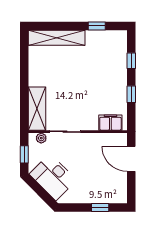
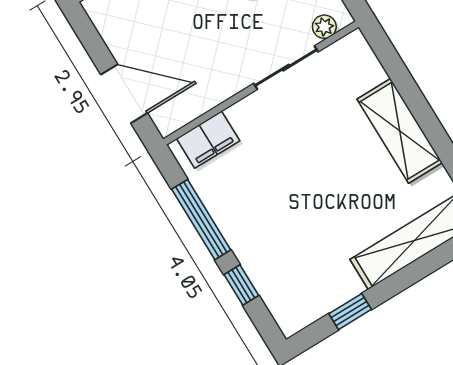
window: (131, 94) -> (201, 220), width x2.17
shelving: (37, 109) -> (400, 131), moved

